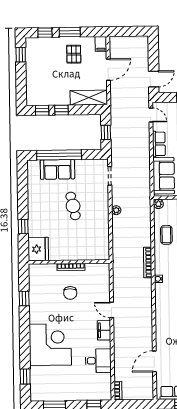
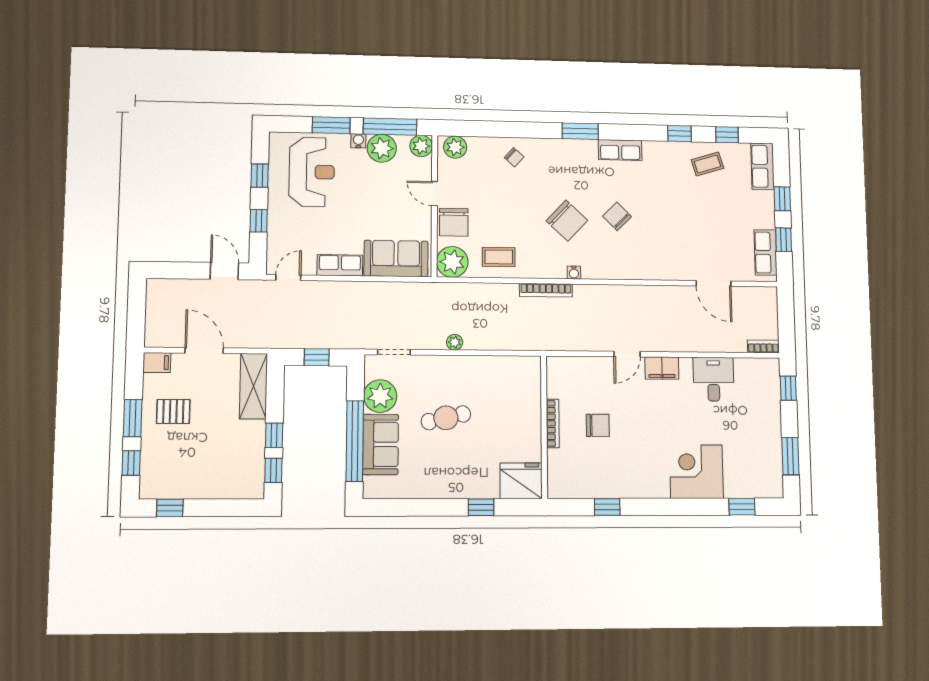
plant: (85, 169) -> (380, 396), added
plant: (158, 204) -> (452, 262), width x1.88, depth x1.88
corner desk: (50, 345) -> (696, 472), width x0.74, depth x0.74

